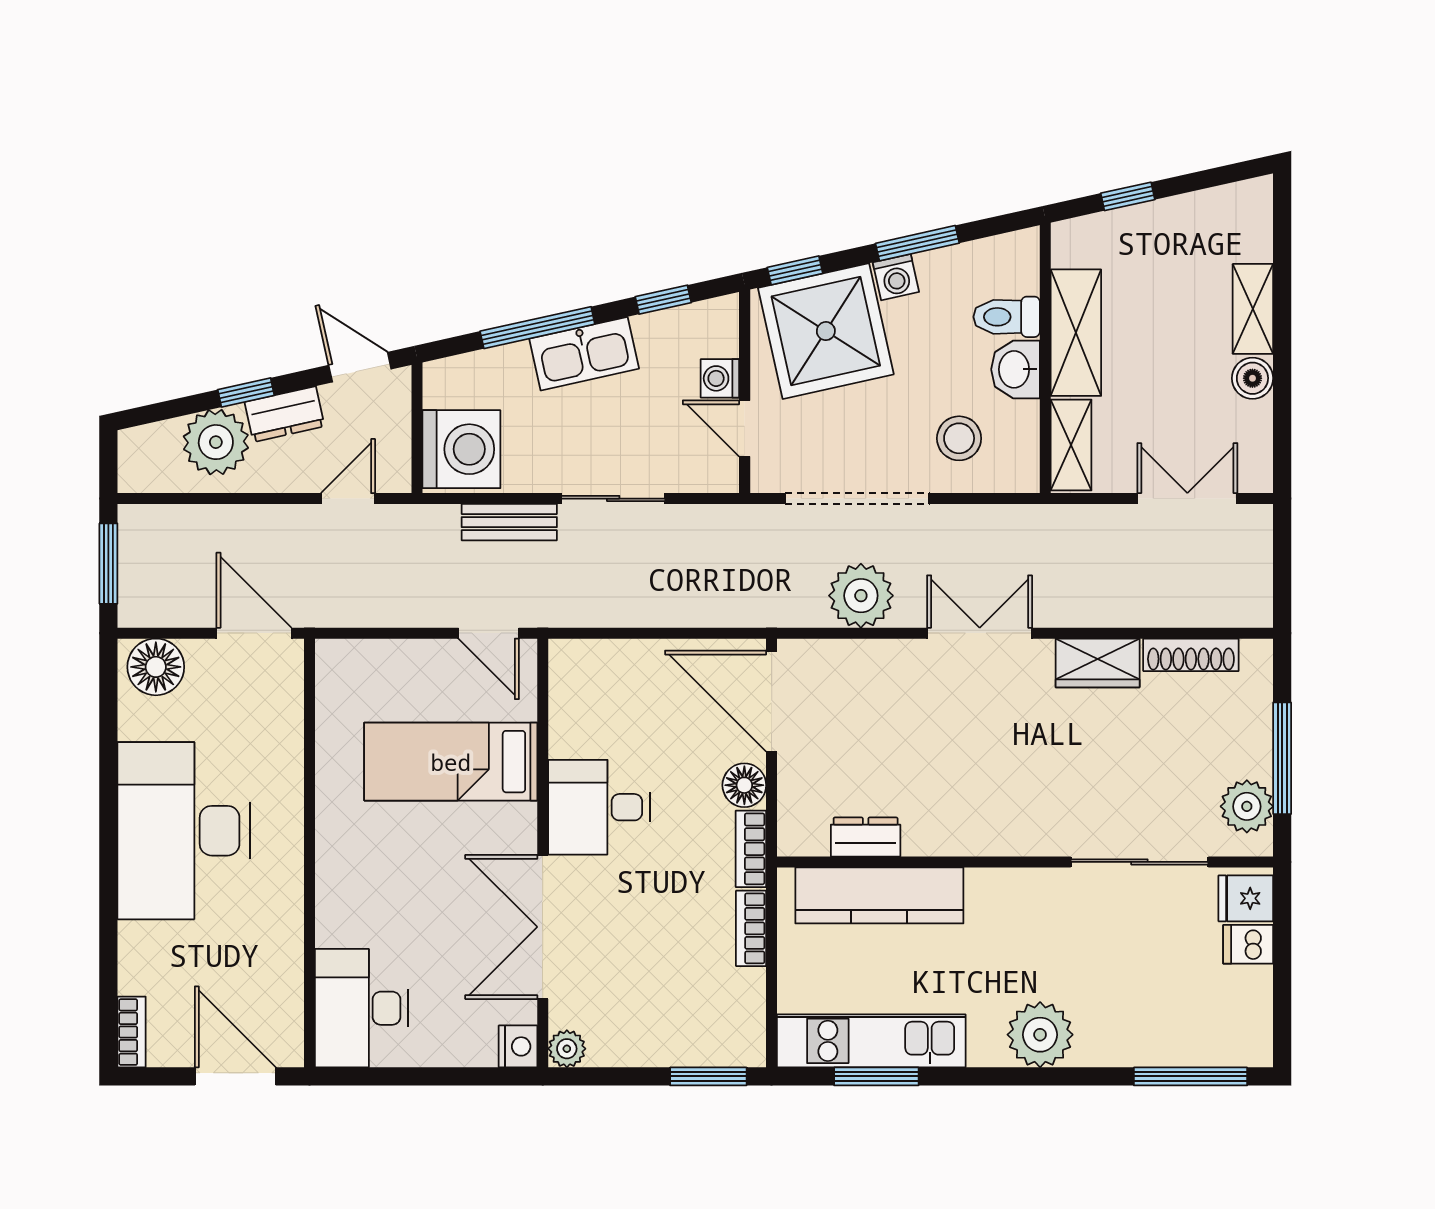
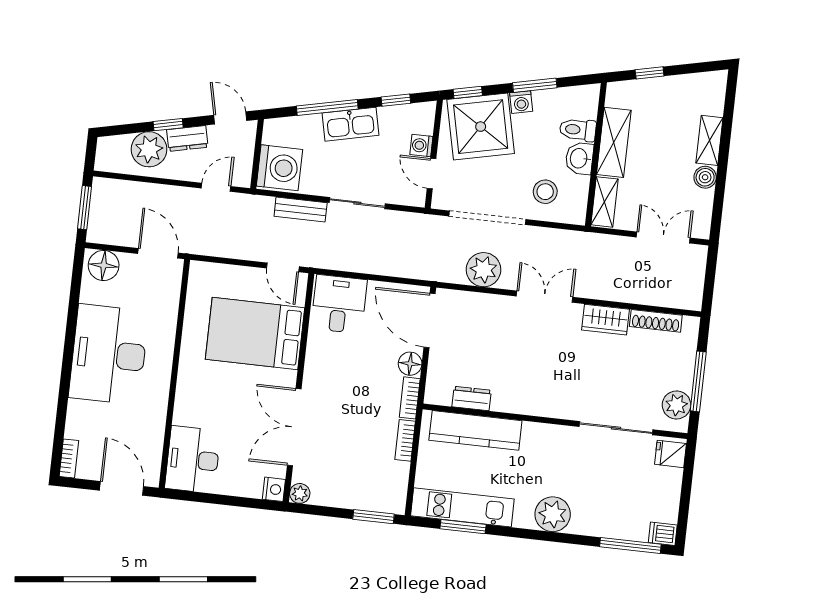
bed: (451, 762) -> (255, 334), width x1.50
desk: (599, 807) -> (339, 304), moved, turned 90
dishwasher: (1248, 944) -> (663, 534), moved

